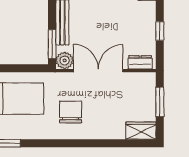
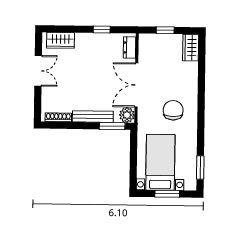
window: (160, 102) -> (165, 30), width x0.67
chair: (71, 112) -> (173, 110), turned 90

